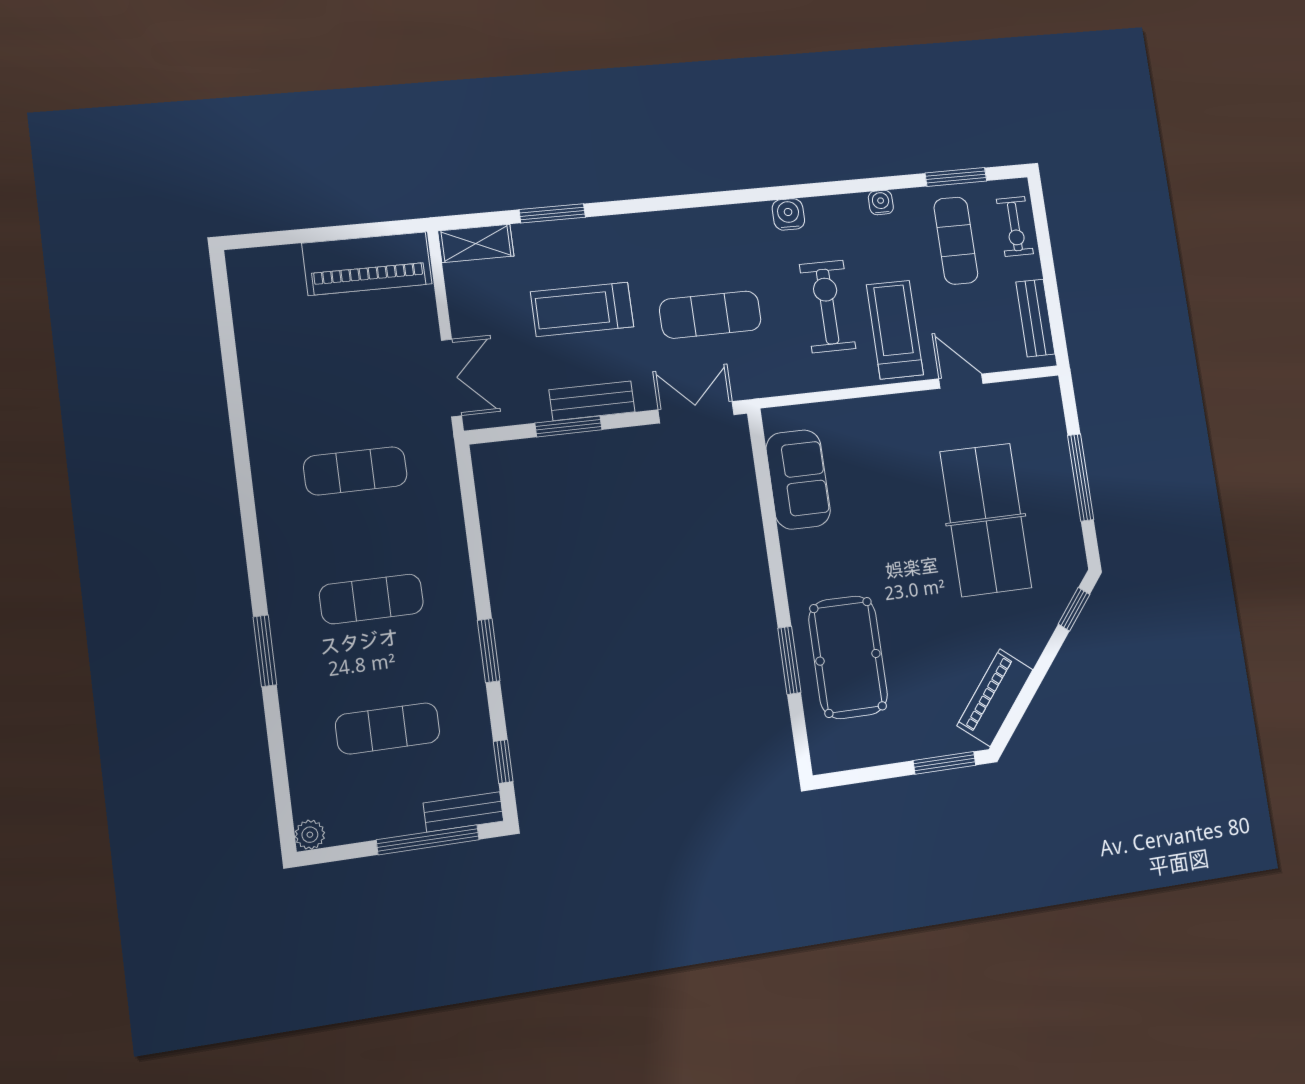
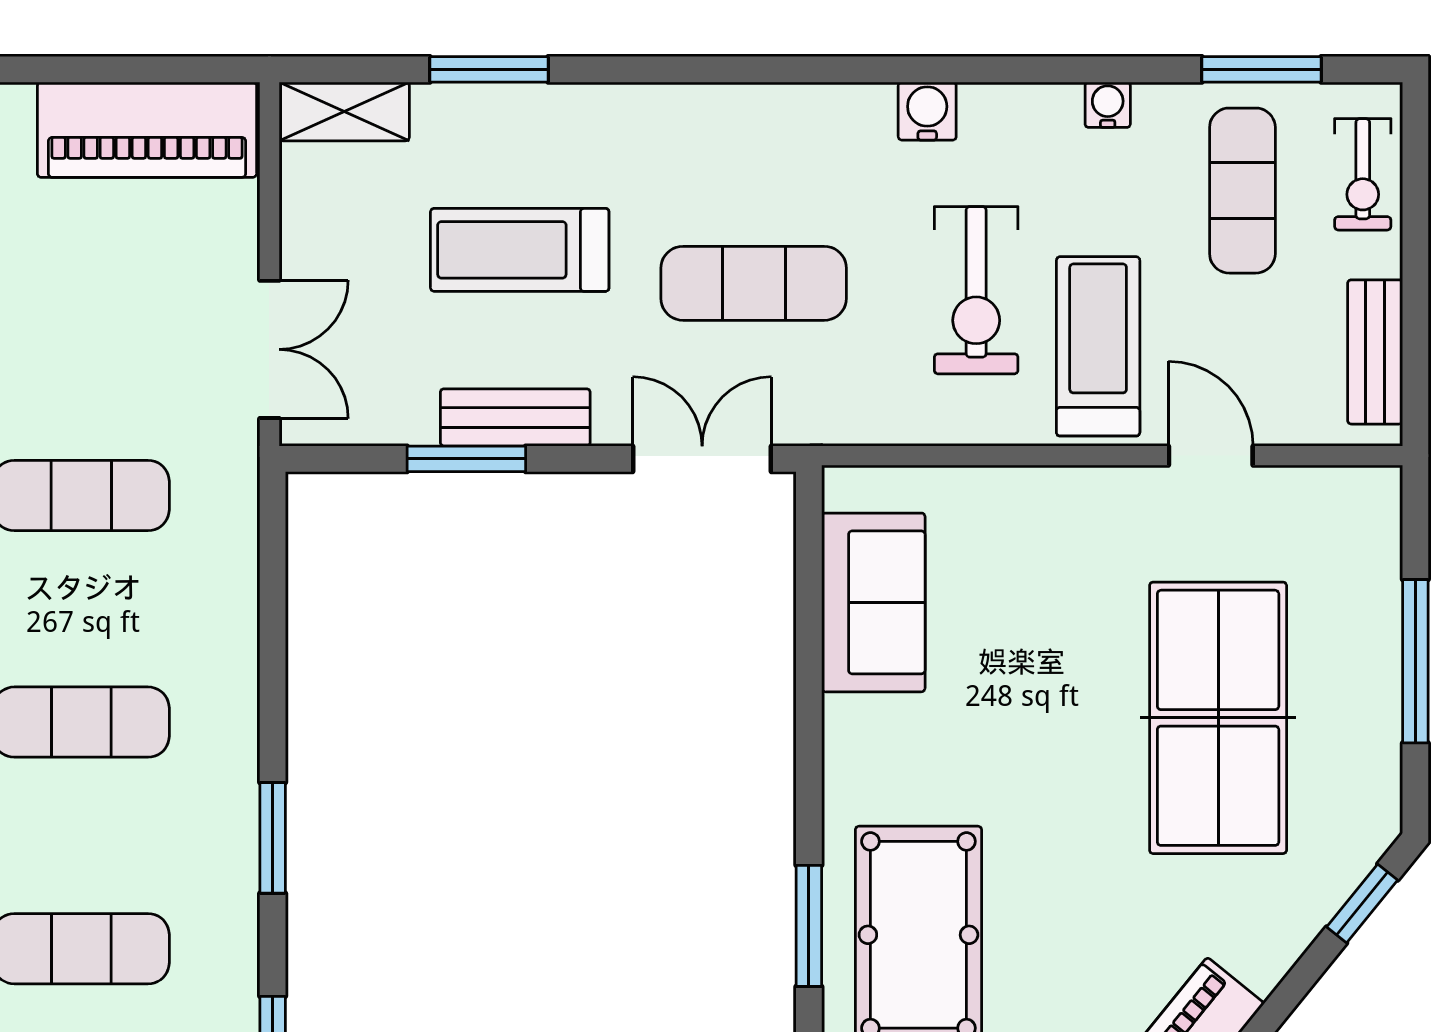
exercise bike: (828, 307) -> (976, 290), turned 180

